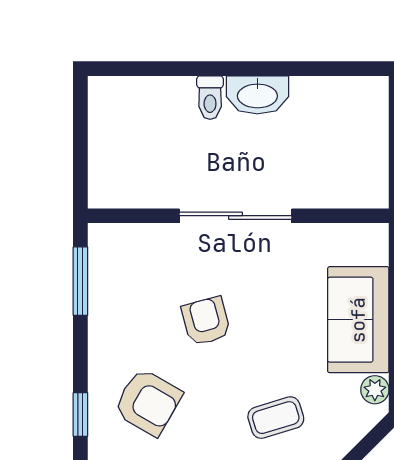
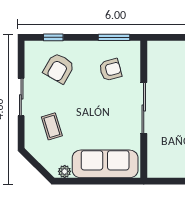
sofa: (358, 320) -> (105, 164), width x1.36
armchair: (206, 321) -> (110, 70), moved

